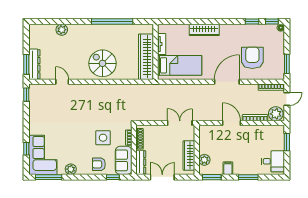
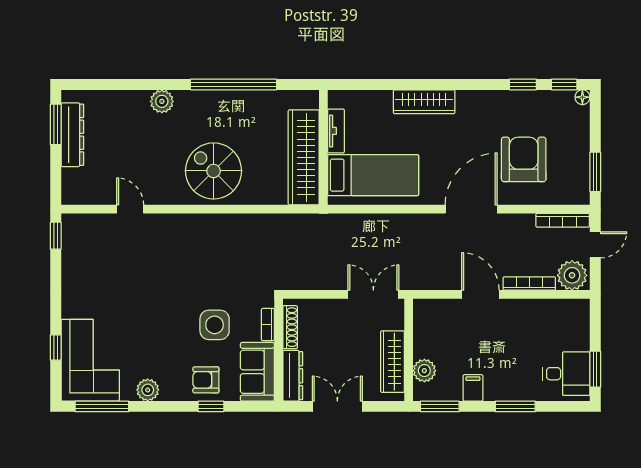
plant: (62, 30) -> (162, 101), moved
window: (26, 64) -> (56, 124), moved
dresser: (34, 64) -> (72, 135), moved
window: (287, 142) -> (595, 369), moved
window: (113, 177) -> (211, 406), moved

